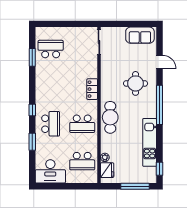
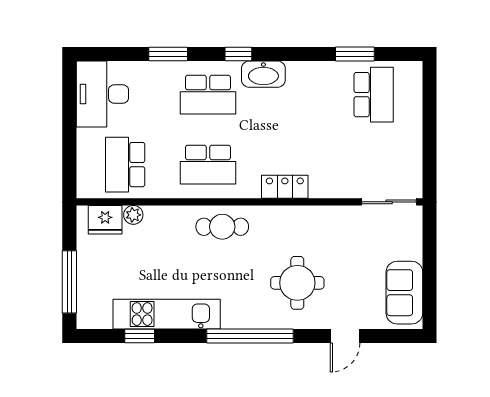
washbasin: (41, 99) -> (263, 74), added
cafe table: (110, 117) -> (222, 227), width x0.73, depth x0.74
school desk: (82, 124) -> (208, 165), turned -90
window: (159, 169) -> (140, 336), moved

